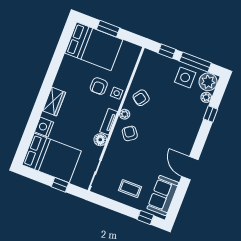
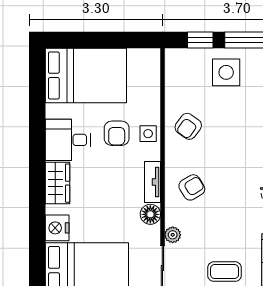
window: (108, 29) -> (97, 40), removed
side table: (185, 77) -> (226, 72), moved
desk: (69, 79) -> (68, 140), added
plant: (125, 114) -> (173, 235), moved
armchair: (130, 133) -> (192, 187), turned 94

